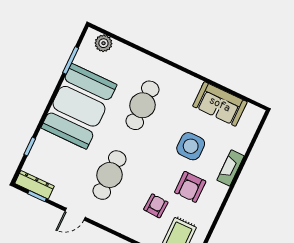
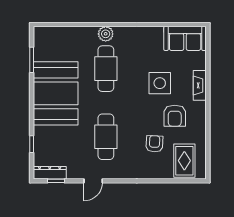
plant: (103, 43) -> (106, 34), moved
sofa: (220, 104) -> (185, 38), moved

